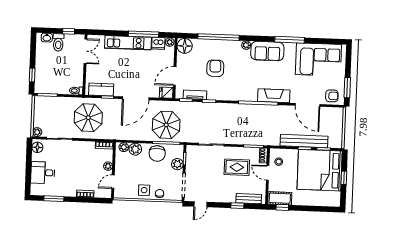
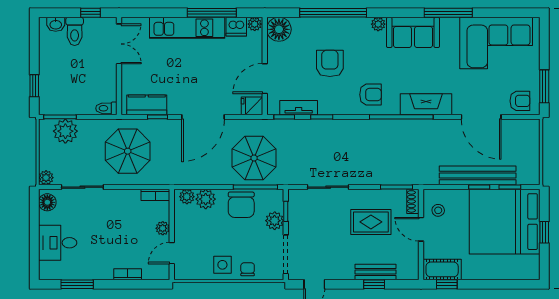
armchair: (240, 88) -> (370, 95), added
plant: (50, 104) -> (65, 131), added
bench: (249, 199) -> (375, 272), moved

